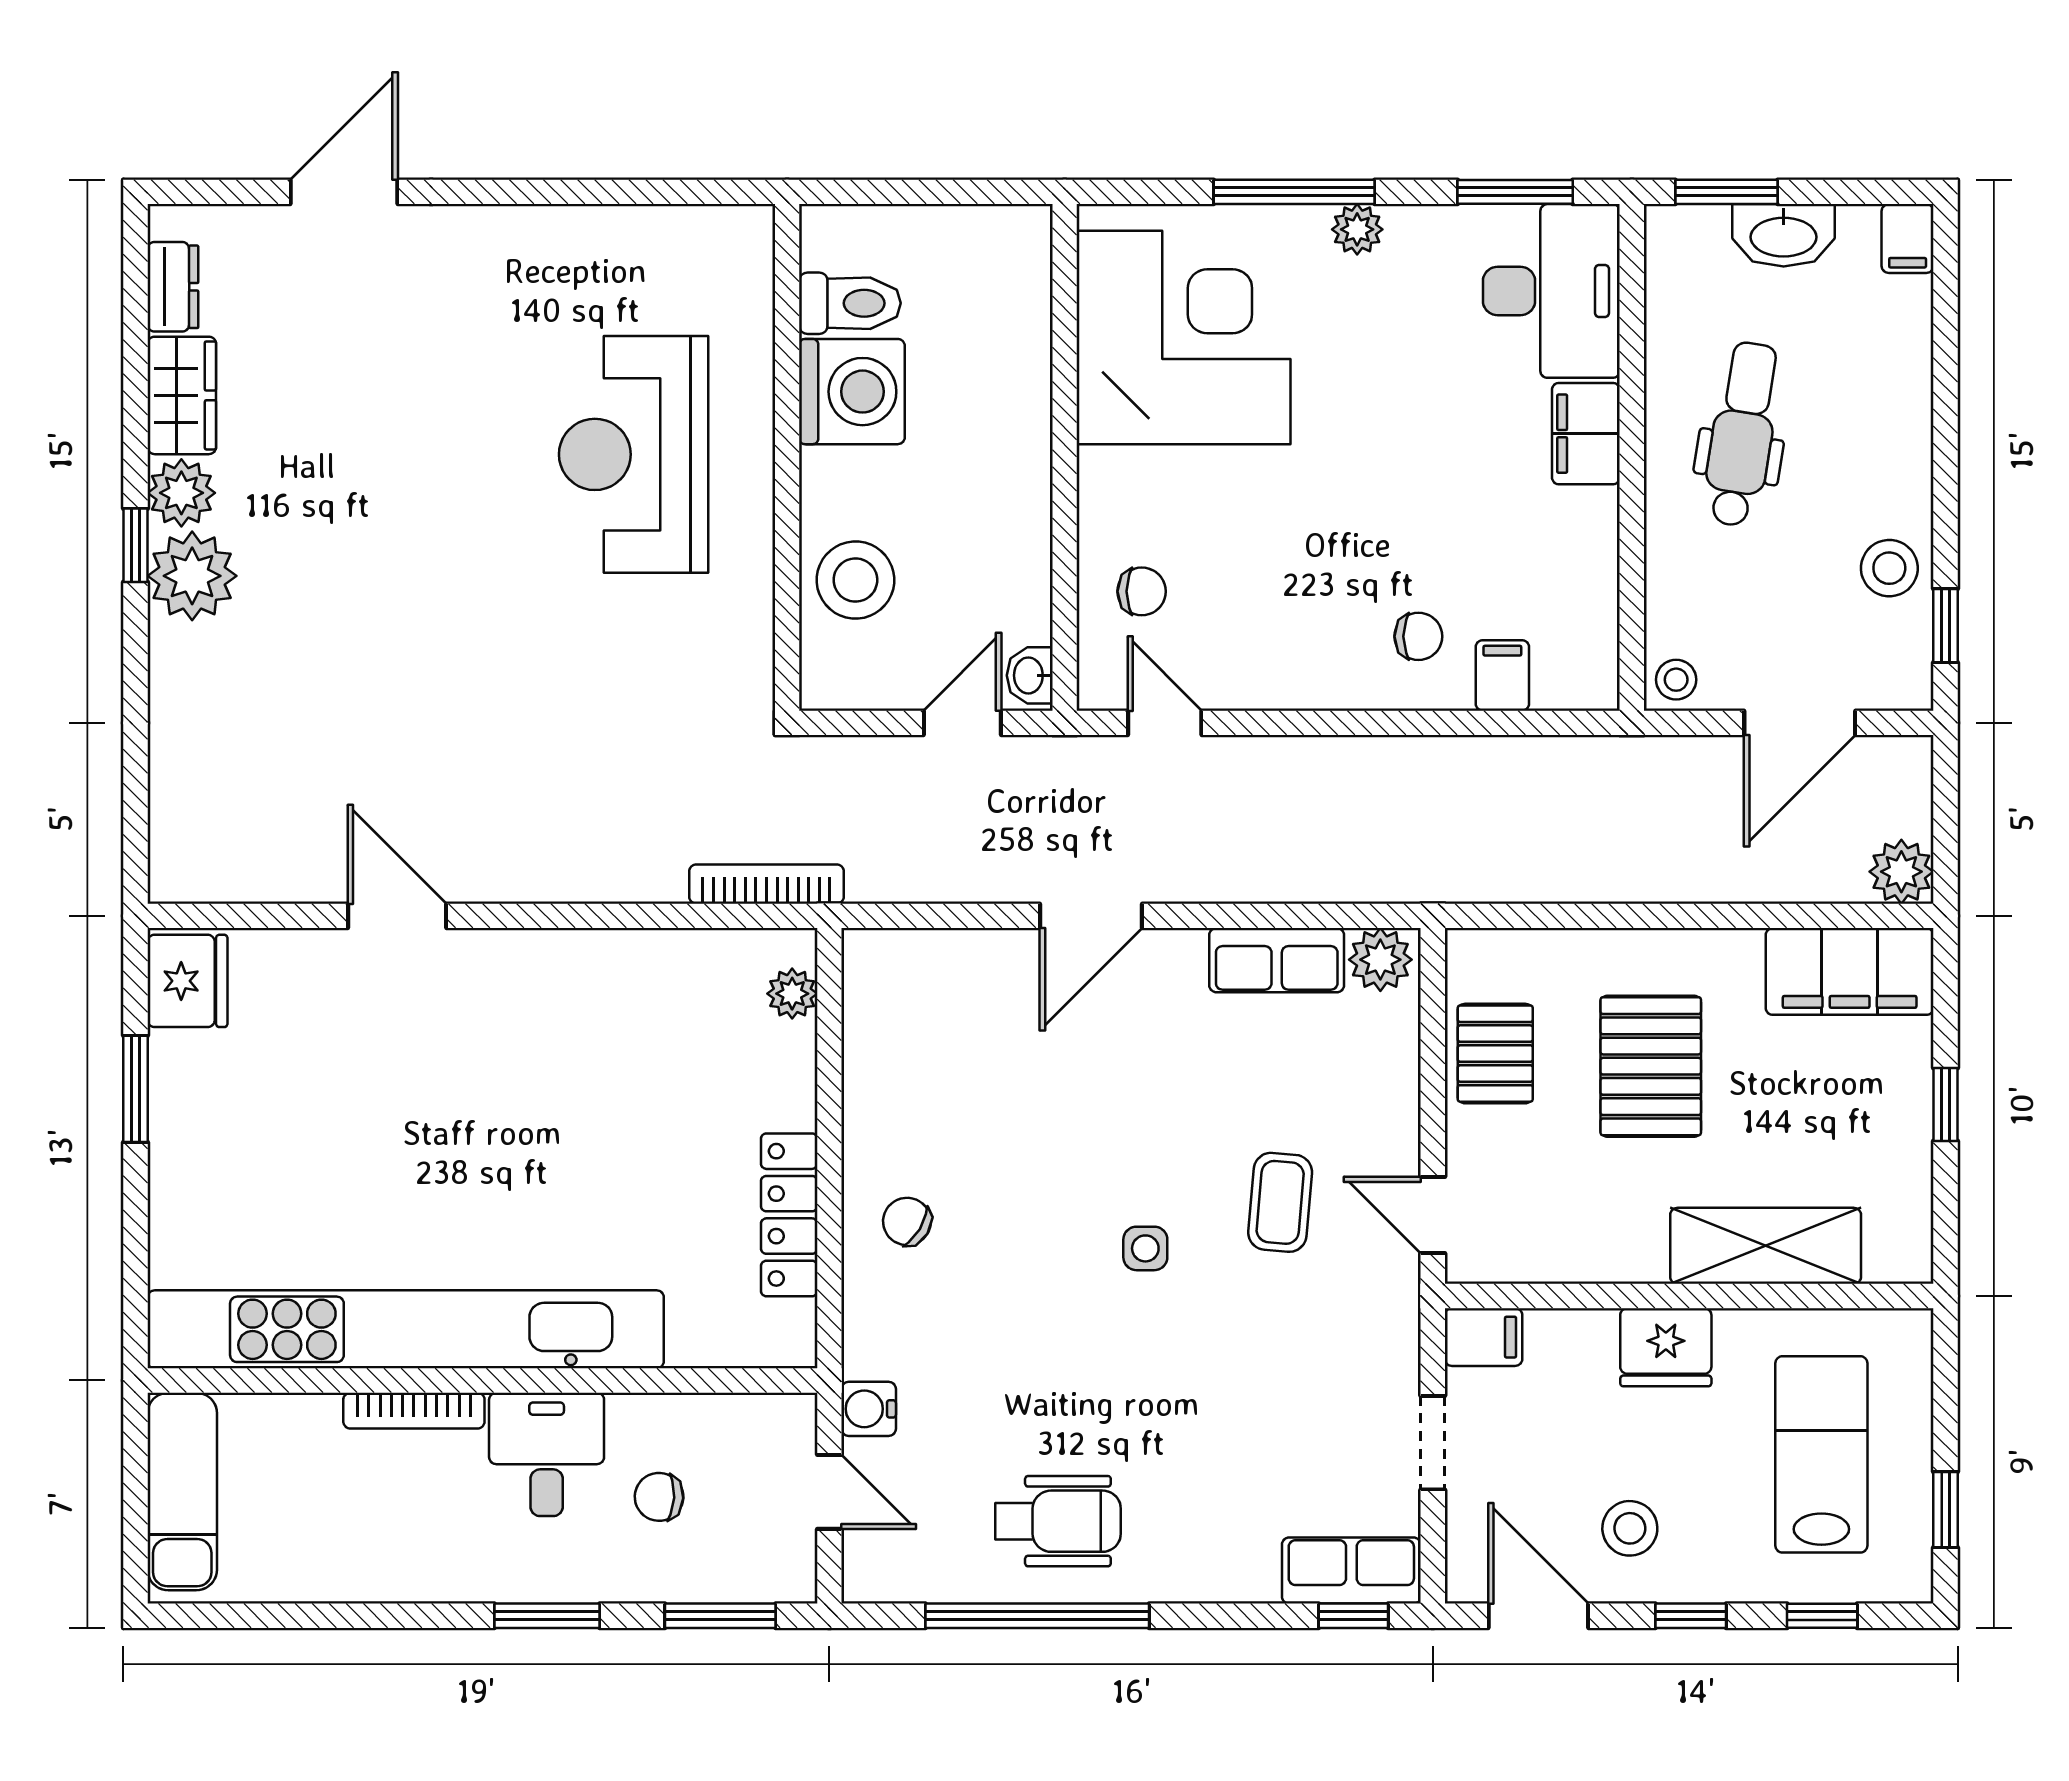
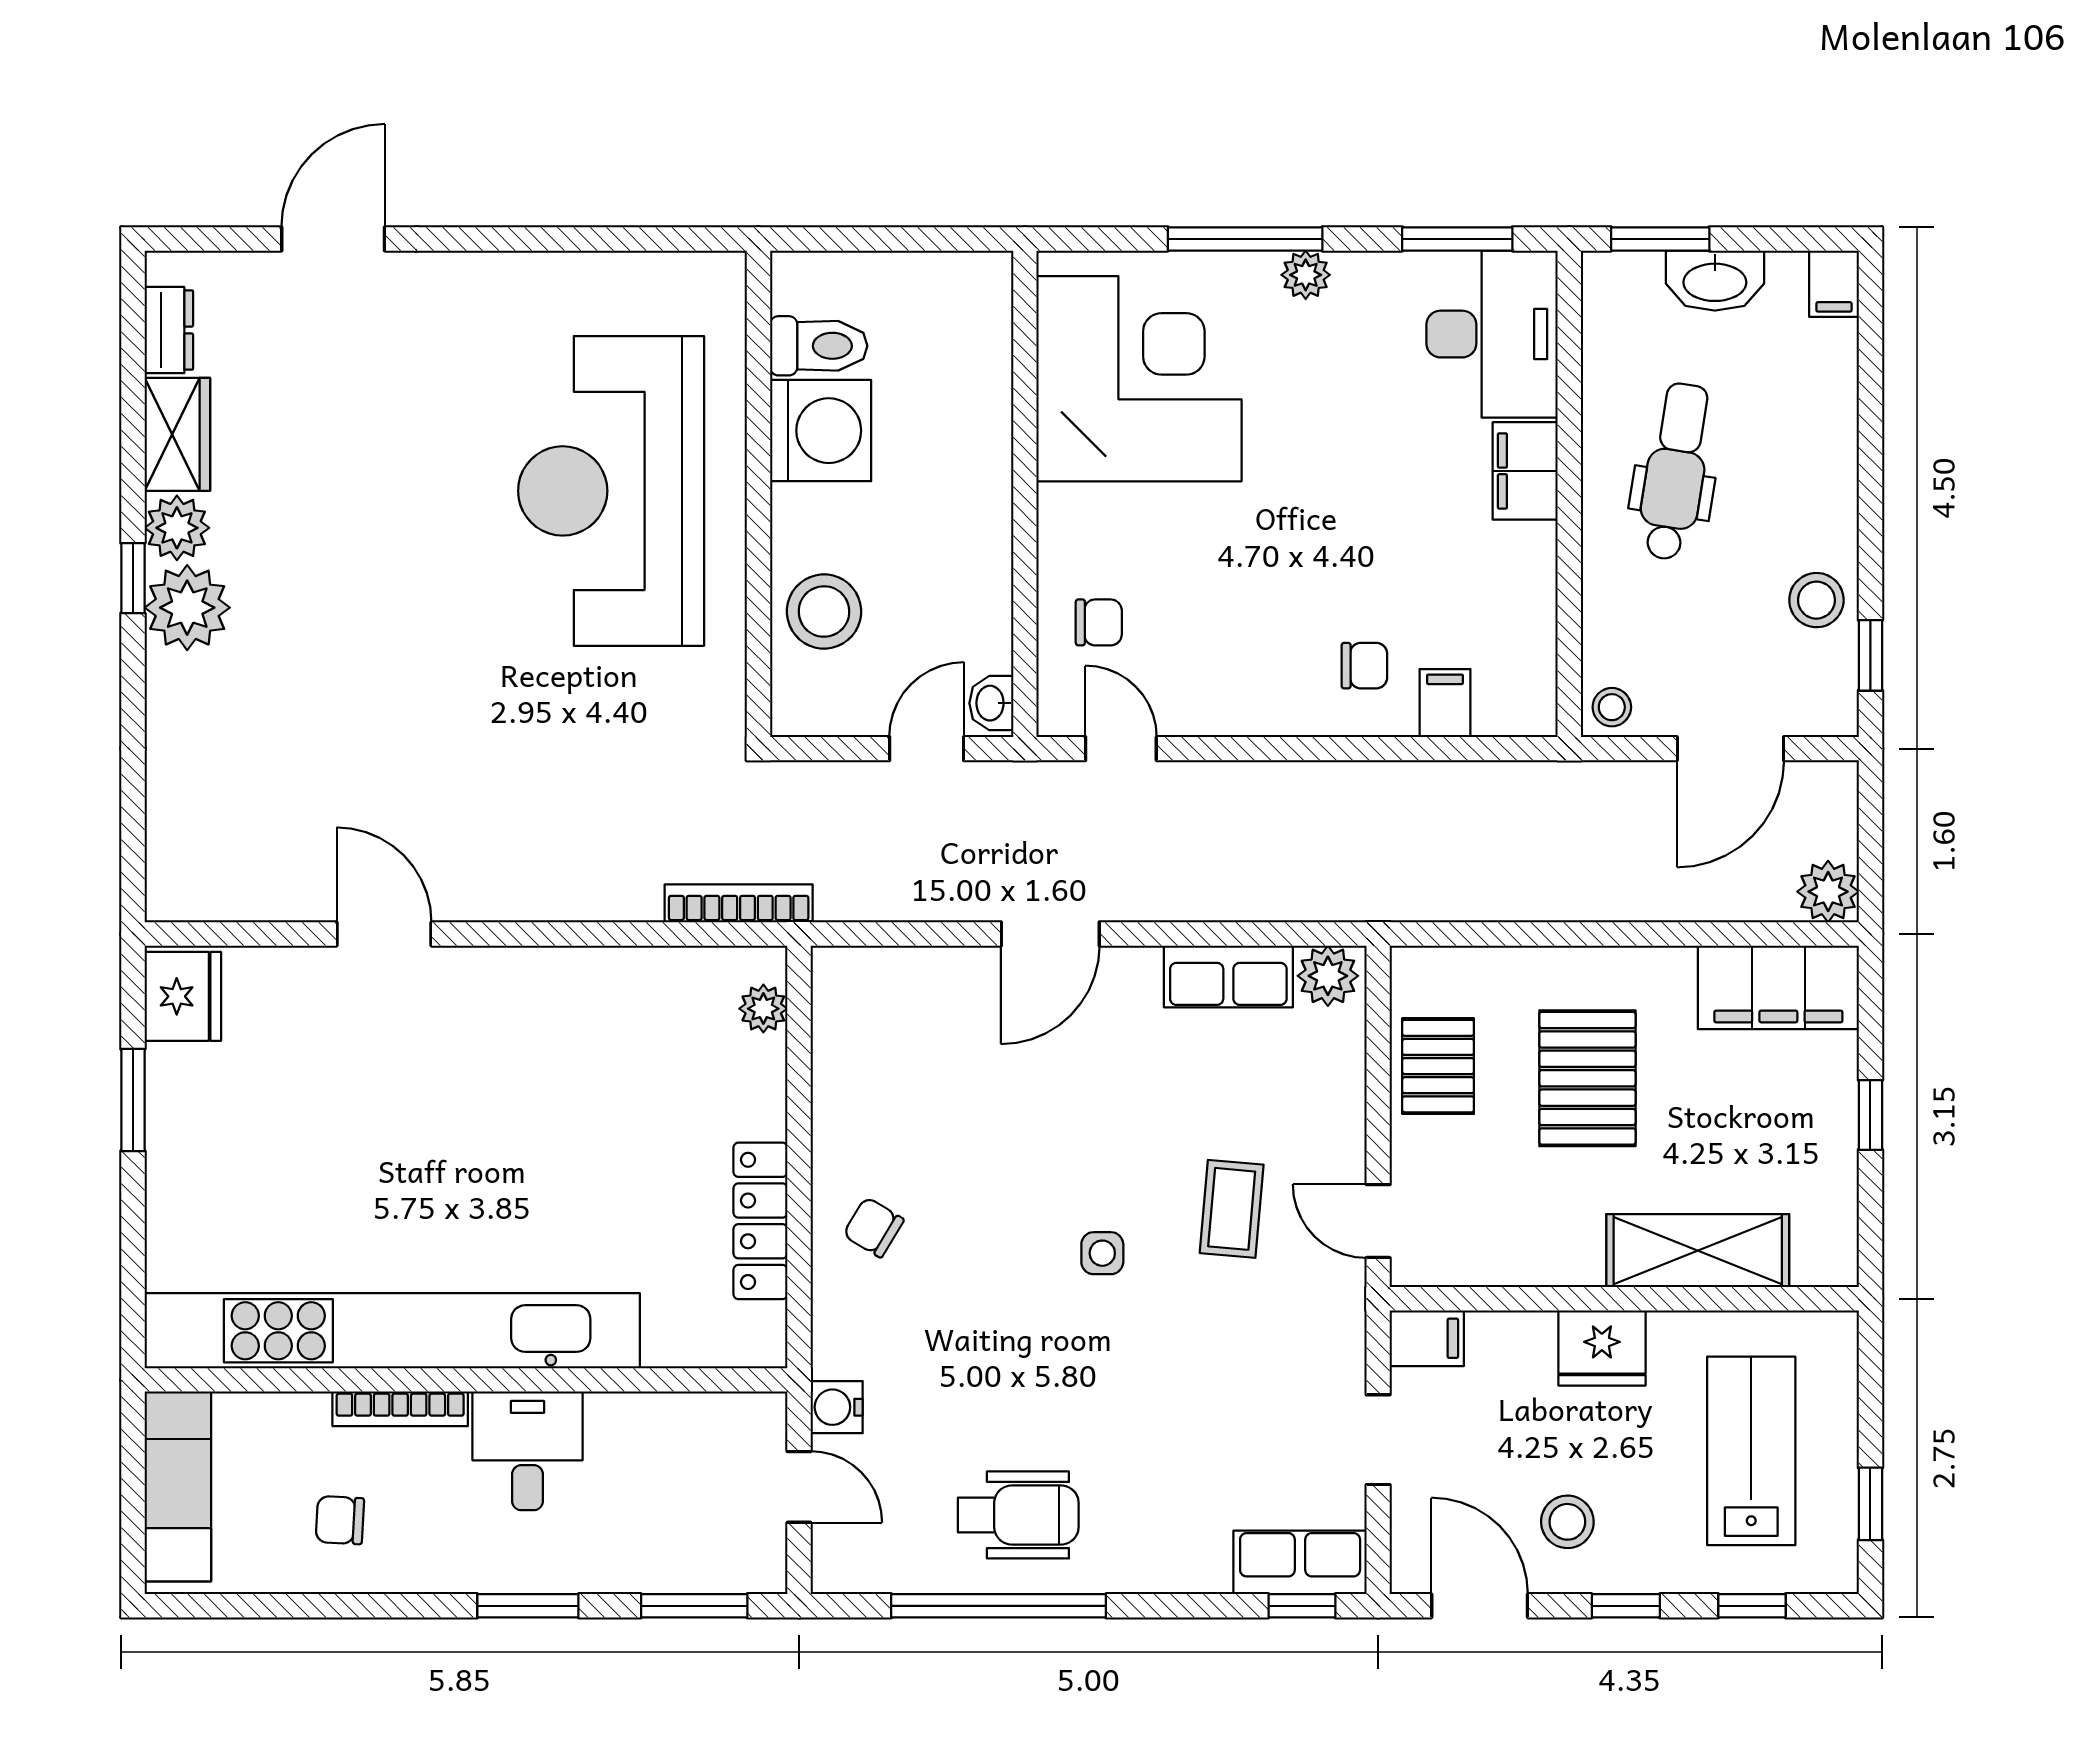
reception desk: (634, 454) -> (611, 491), width x1.36, depth x1.30
chair: (659, 1497) -> (340, 1520), moved

